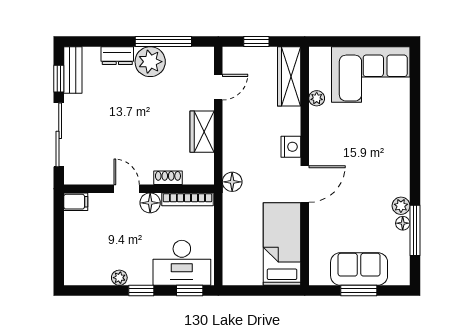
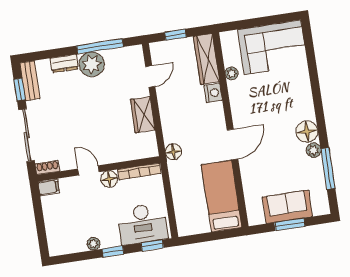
nightstand: (291, 147) -> (213, 93), moved
shoe rack: (168, 178) -> (47, 168), moved
floor lamp: (403, 223) -> (307, 132), moved, width x1.89, depth x1.89

